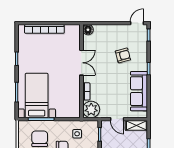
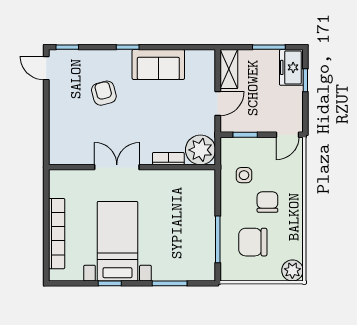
floor lamp: (88, 30) -> (58, 156), removed
sofa: (139, 91) -> (158, 64), width x0.73
bed with nightstands: (37, 96) -> (117, 241), moved, turned 90

